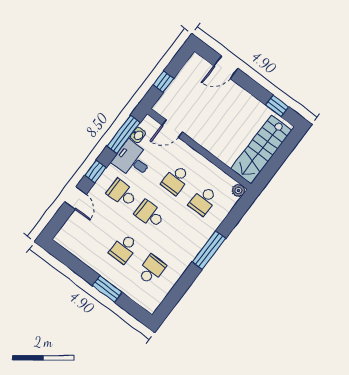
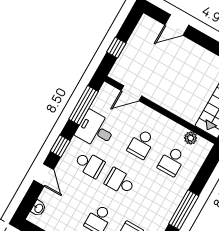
washbasin: (138, 135) -> (38, 208), moved
plant: (238, 190) -> (191, 138), moved
school desk: (122, 193) -> (90, 164), turned 180

